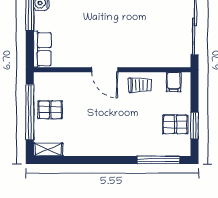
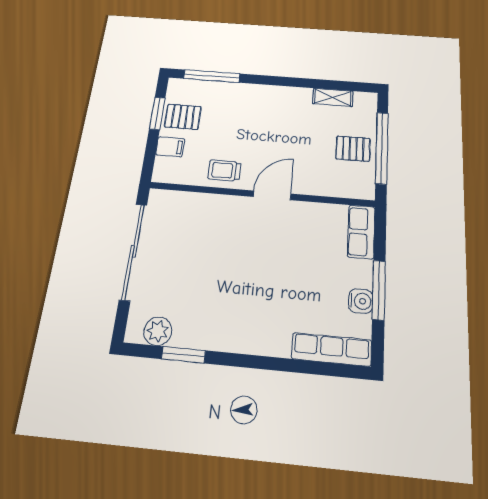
door: (105, 70) -> (272, 195), hinge flipped
filing cabinet: (174, 82) -> (170, 147), moved, turned 90
shelving: (48, 150) -> (333, 97), moved

